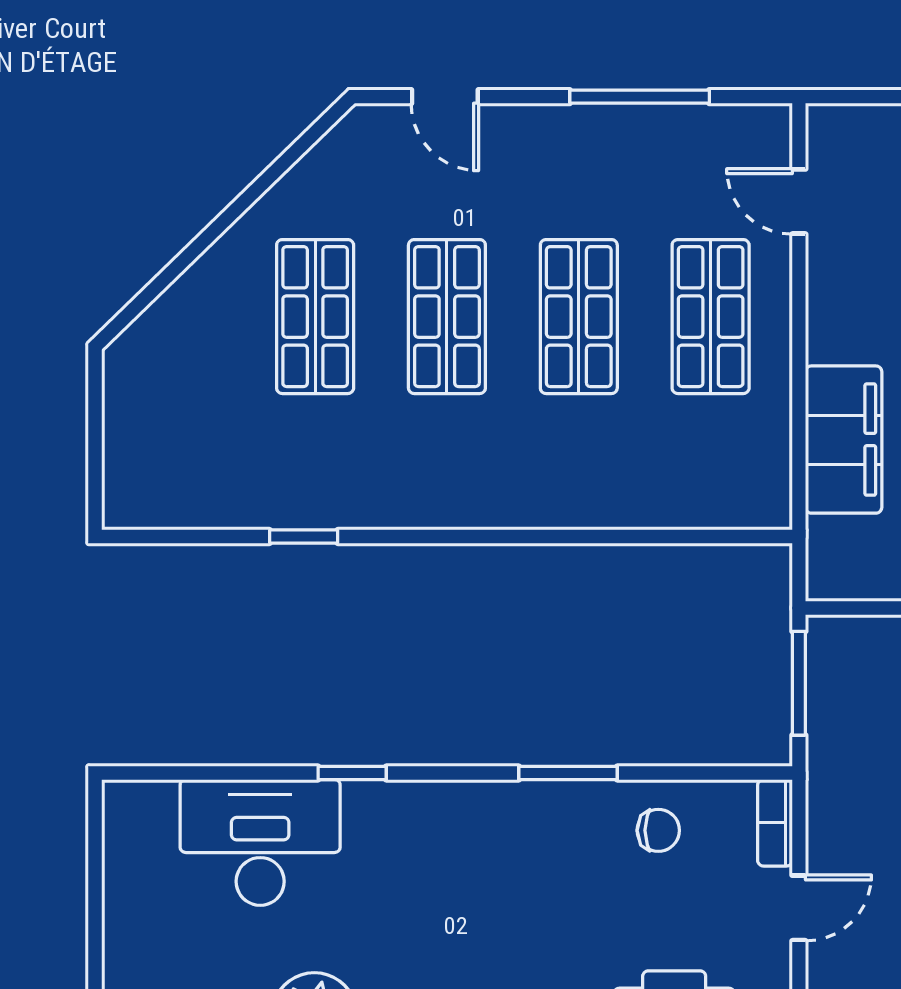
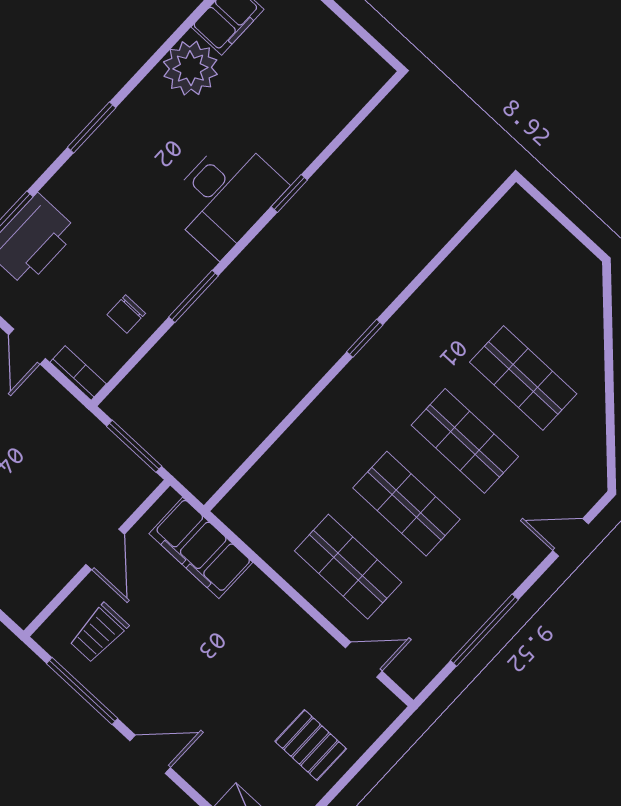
filing cabinet: (844, 440) -> (201, 548), moved
window: (304, 537) -> (365, 338), moved
desk: (260, 842) -> (225, 196), moved

